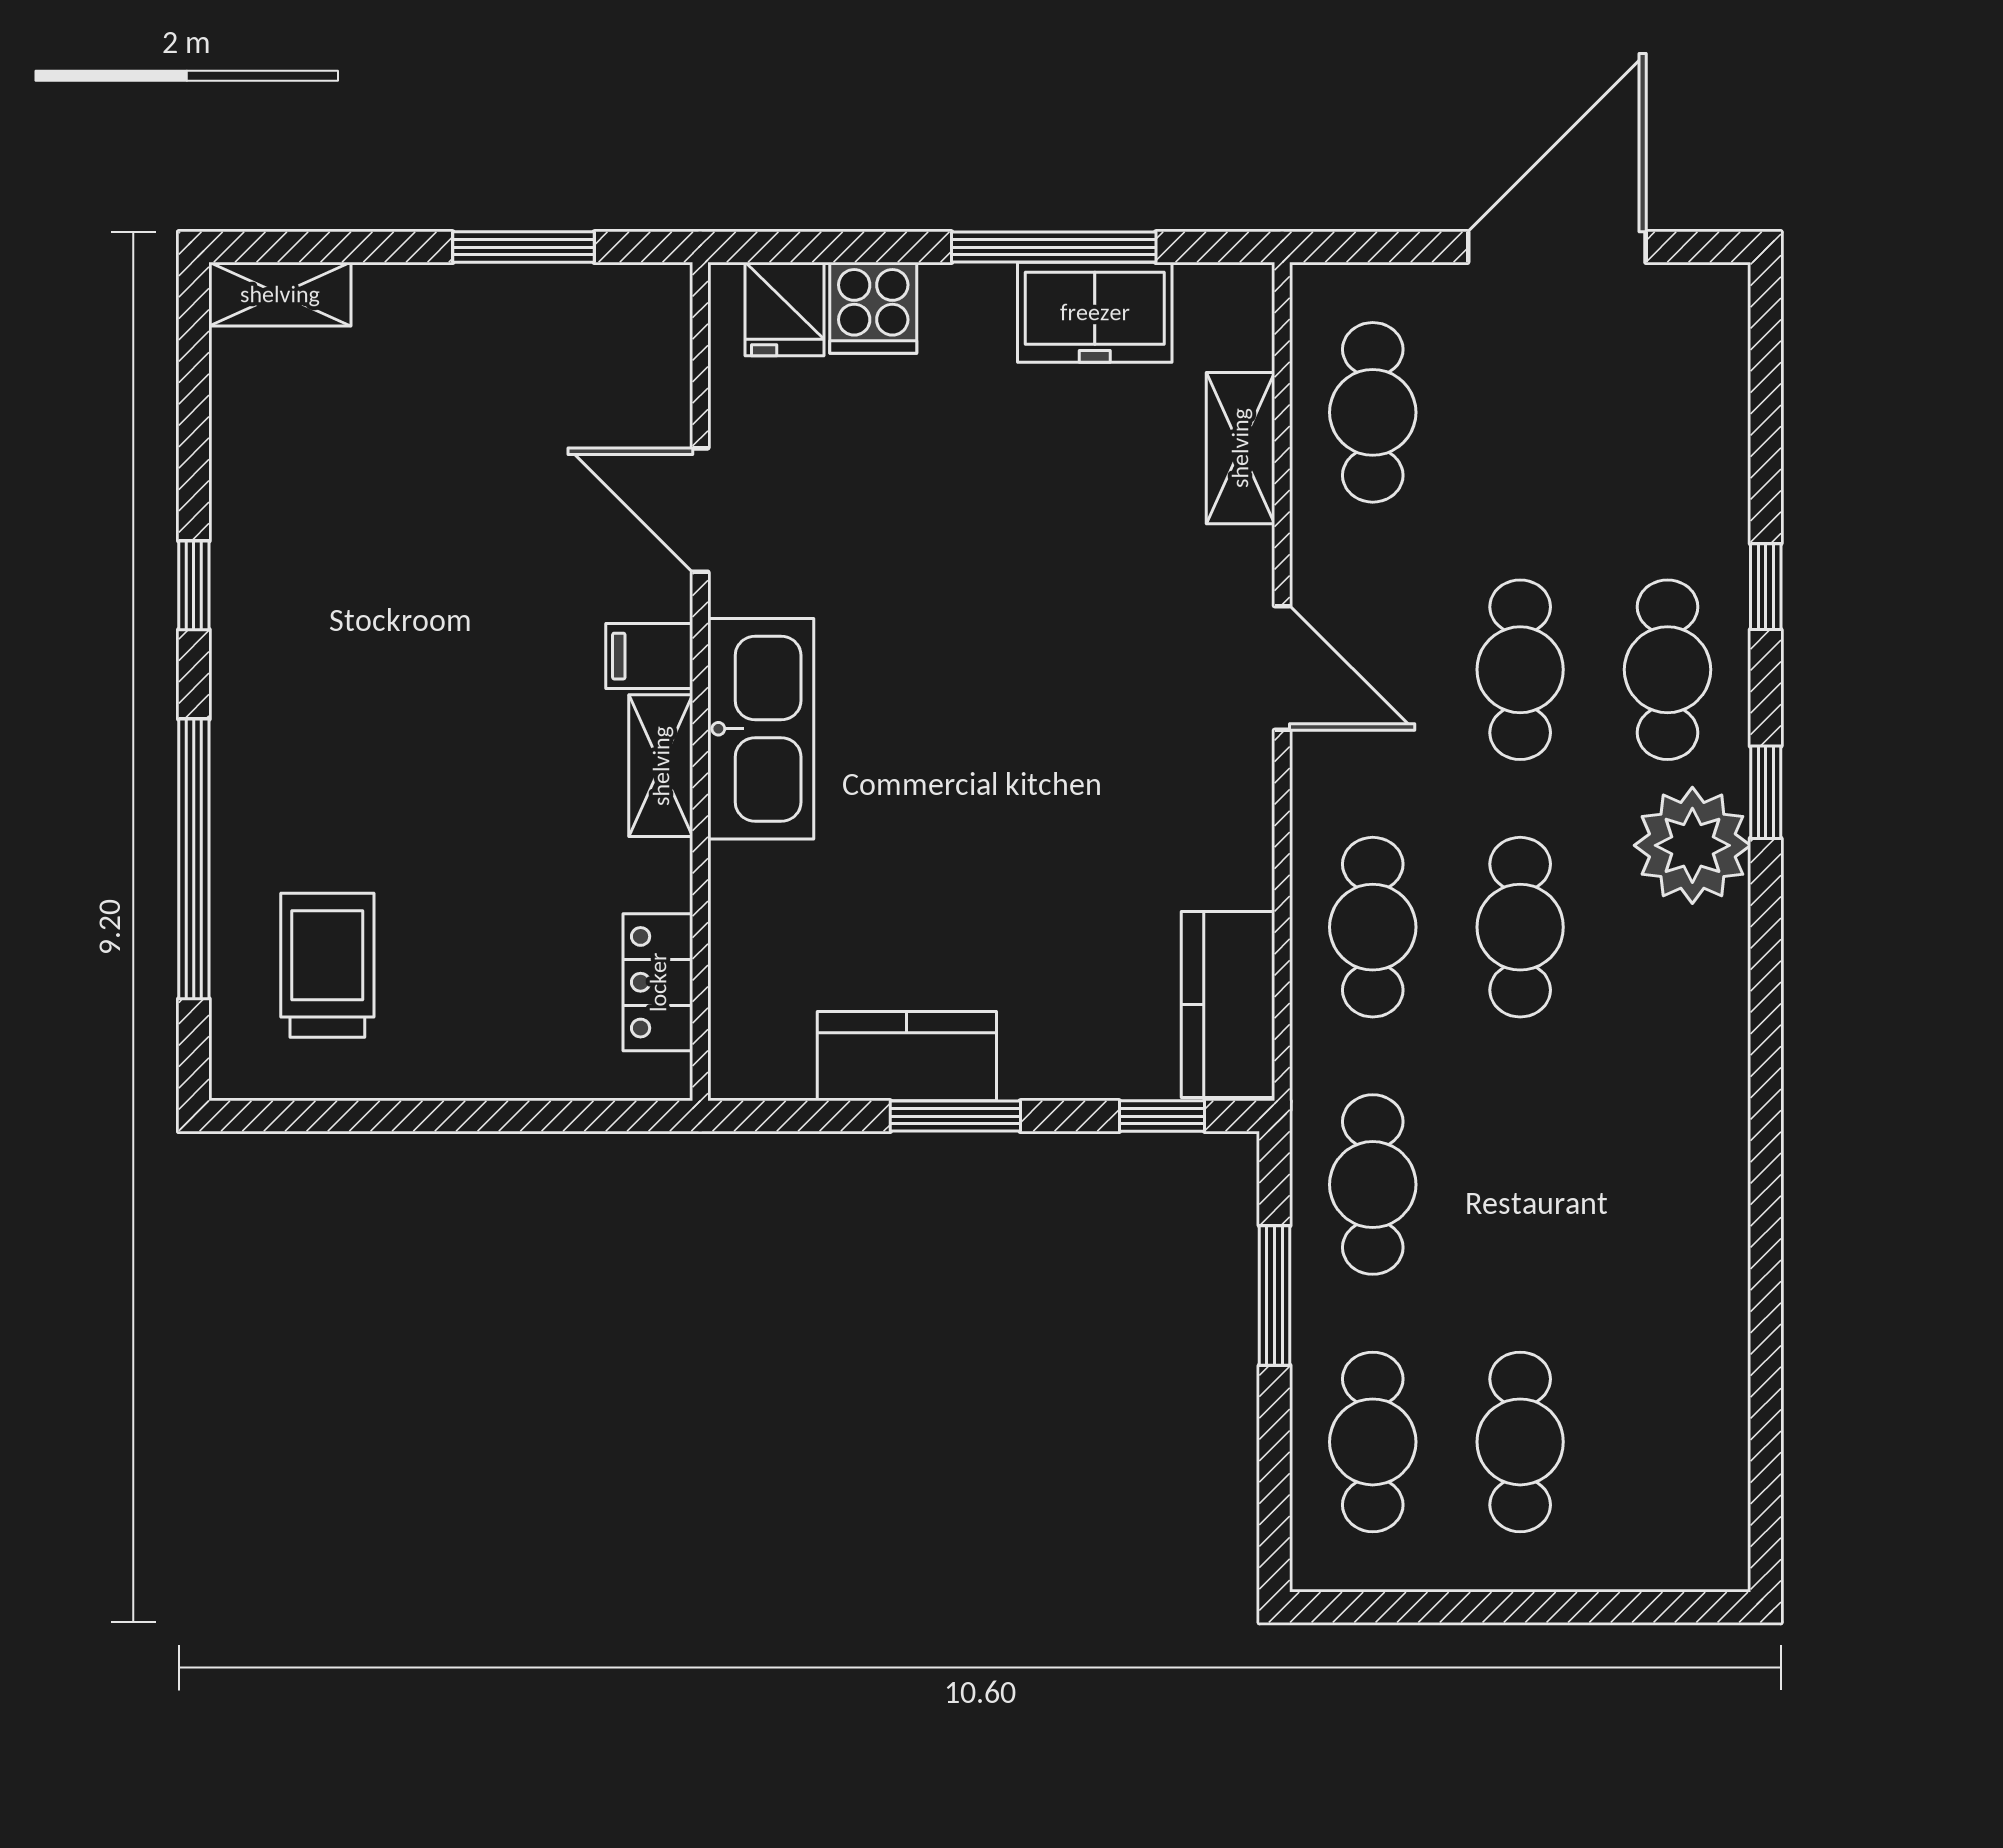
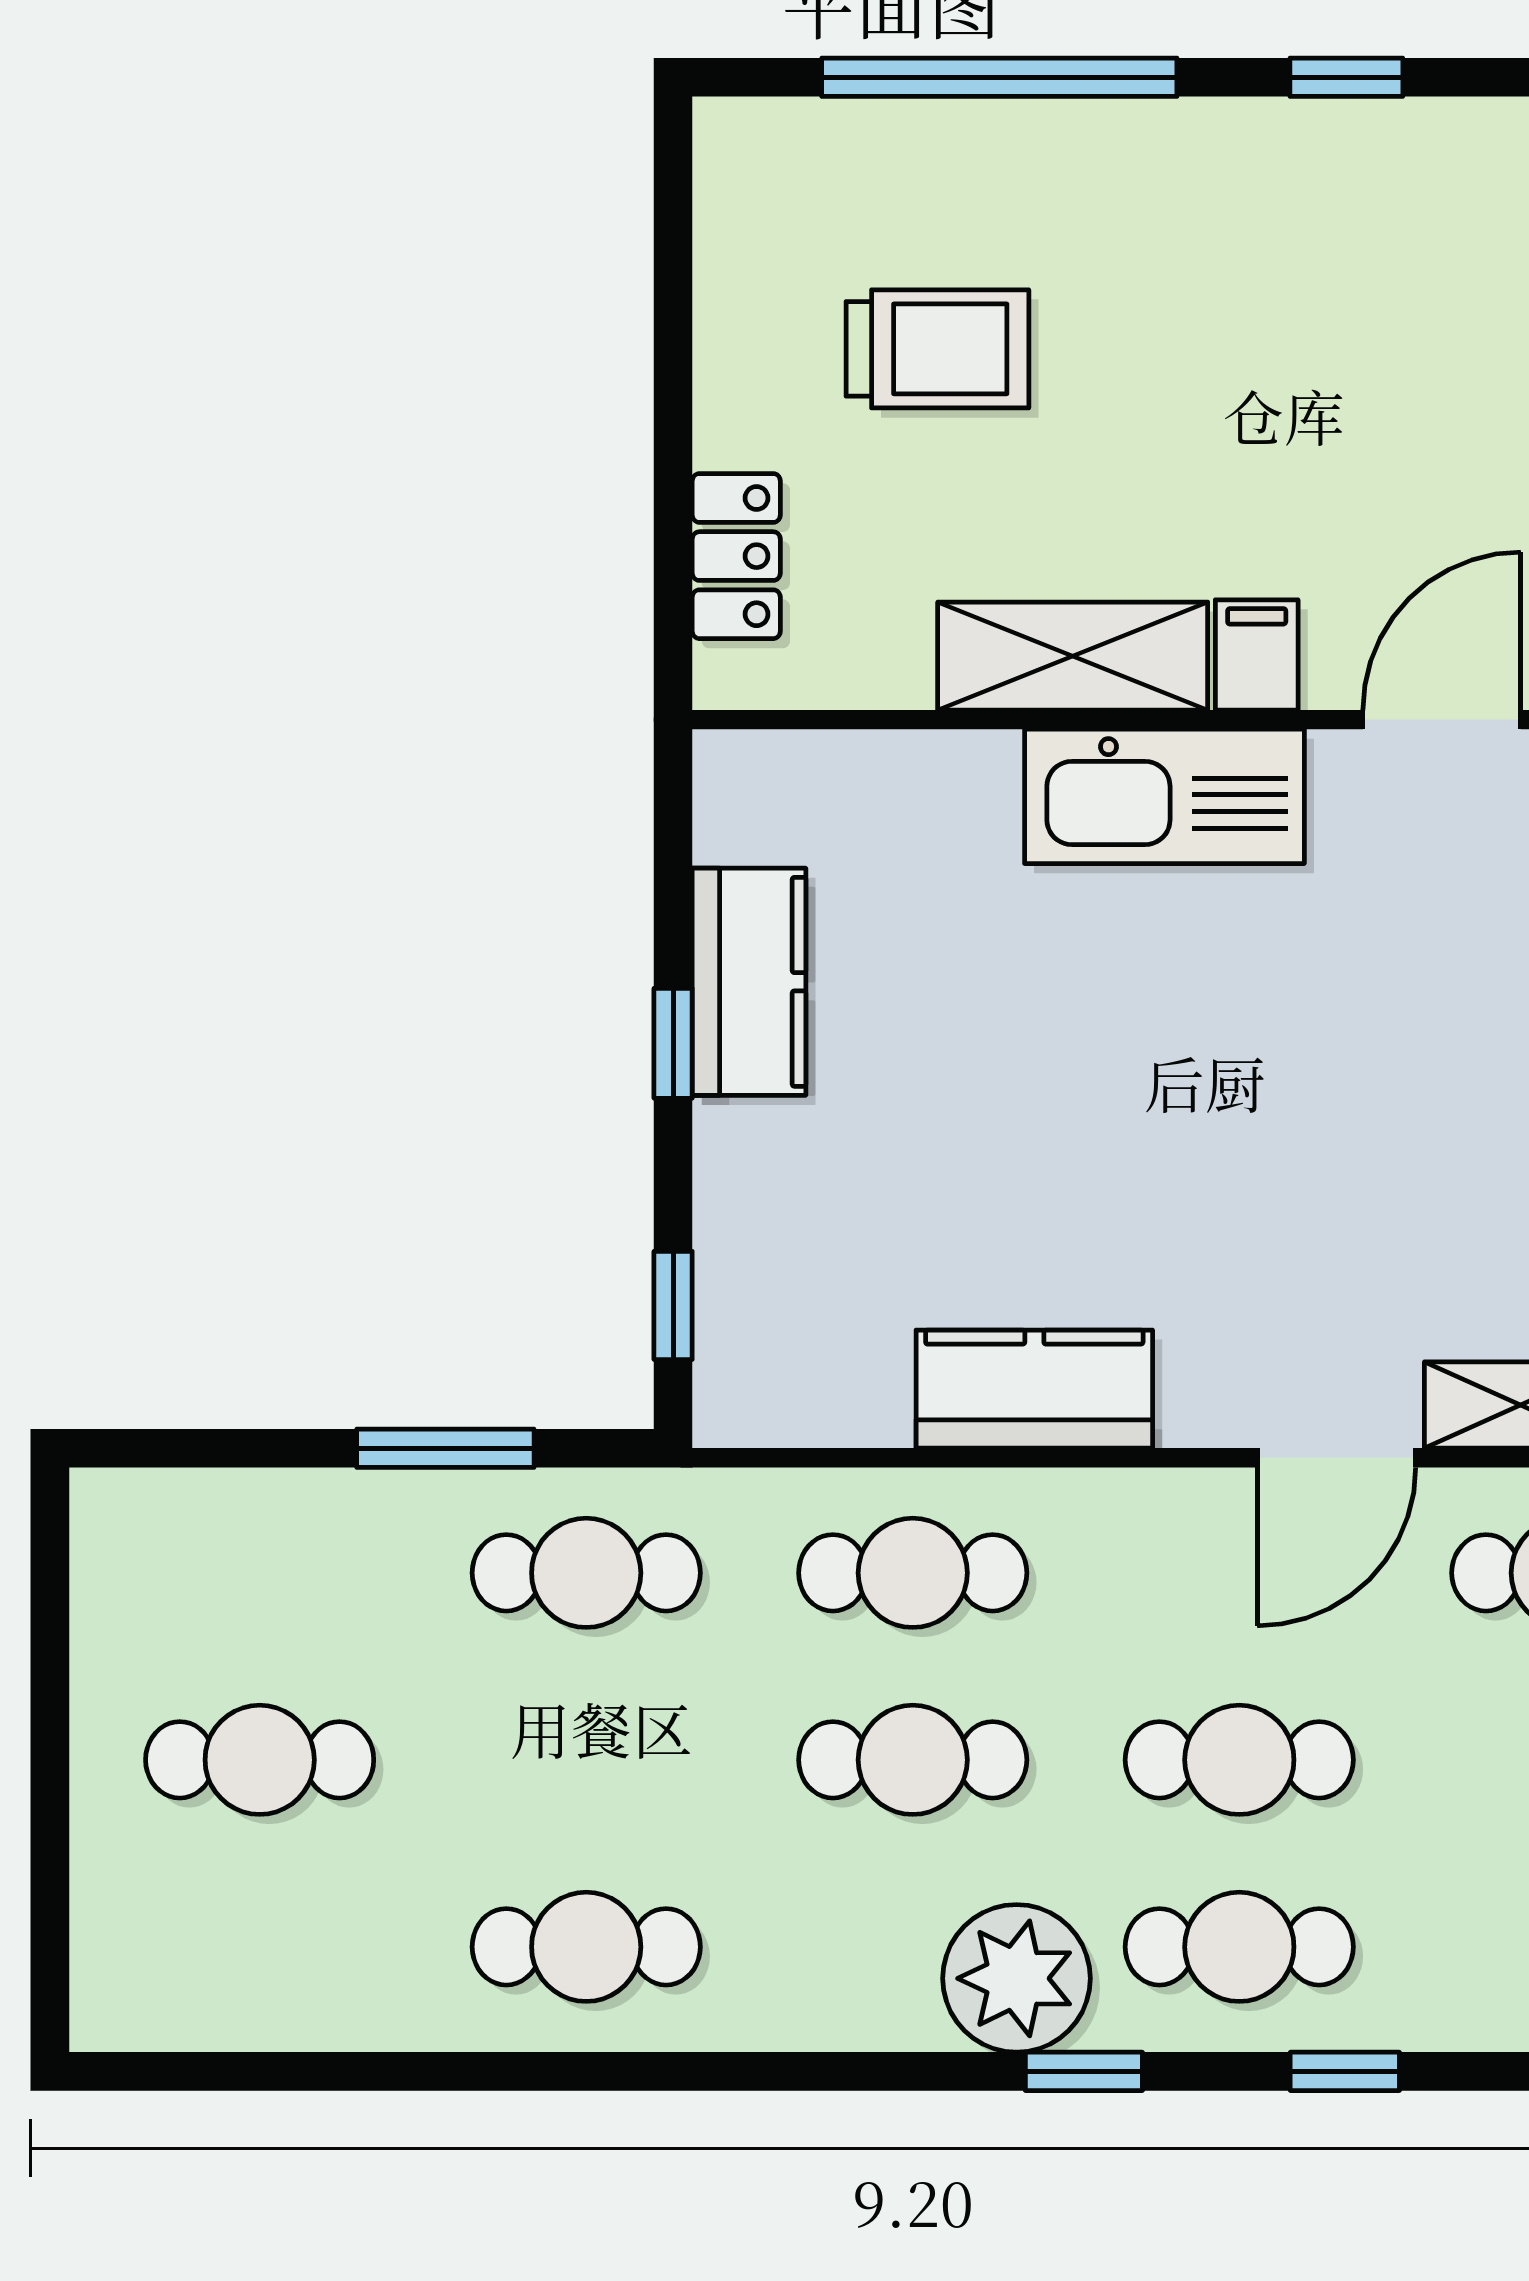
door: (1282, 668) -> (1336, 1458), moved
shelving: (661, 766) -> (1073, 656), width x1.50, depth x1.33
trolley: (327, 965) -> (937, 349), moved
locker: (658, 982) -> (736, 556), moved, turned 90
kitchen counter: (1228, 1004) -> (1034, 1389), moved
window: (955, 1116) -> (673, 1043), width x0.67
cafe table: (1373, 1442) -> (586, 1947), moved

